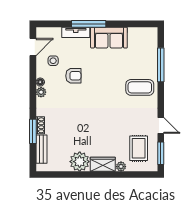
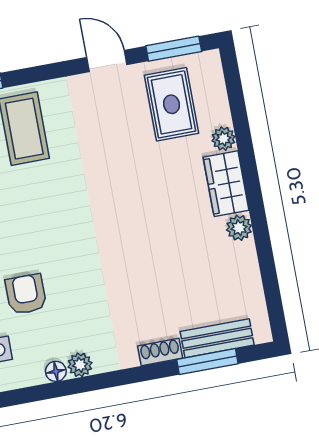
door: (161, 126) -> (107, 61), hinge flipped
window: (33, 131) -> (207, 362), moved
rug: (139, 148) -> (171, 104), turned 90
plant: (80, 162) -> (239, 228), width x0.53, depth x0.53

